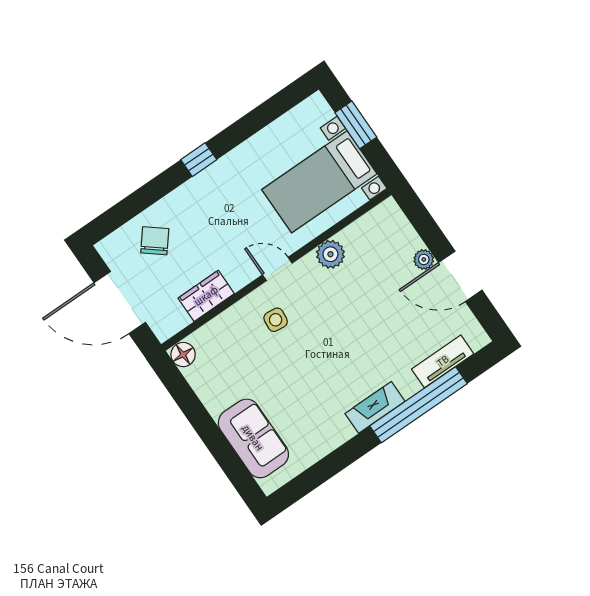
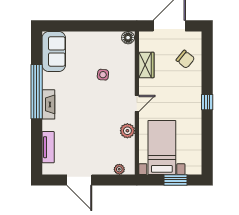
plant: (424, 259) -> (119, 169), moved
door: (460, 276) -> (79, 180), swing flipped
side table: (276, 320) -> (103, 75), moved
window: (419, 405) -> (37, 92), moved
sofa: (253, 438) -> (54, 51), moved, turned -90

